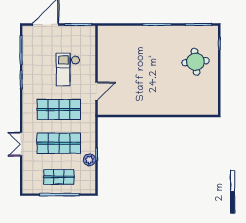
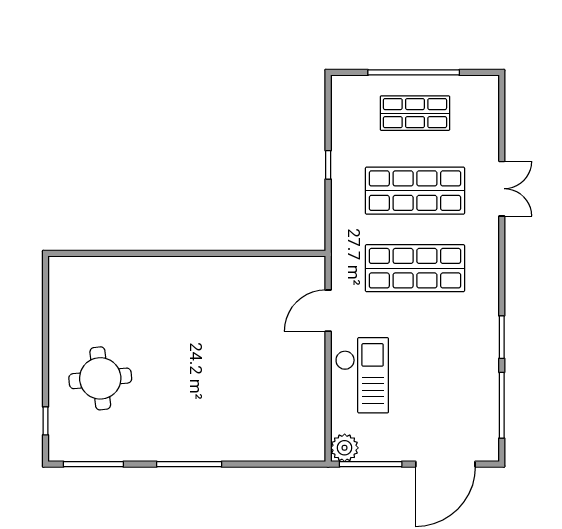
checkout: (68, 70) -> (362, 375), moved
plant: (89, 160) -> (345, 448), moved

